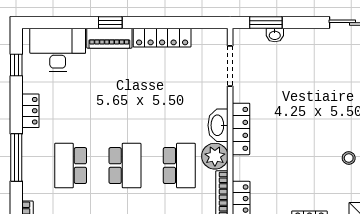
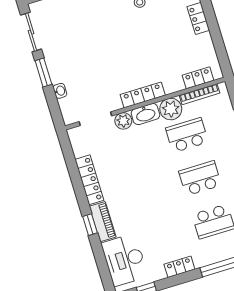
window: (266, 23) -> (43, 73), moved
plant: (218, 97) -> (123, 121), added

